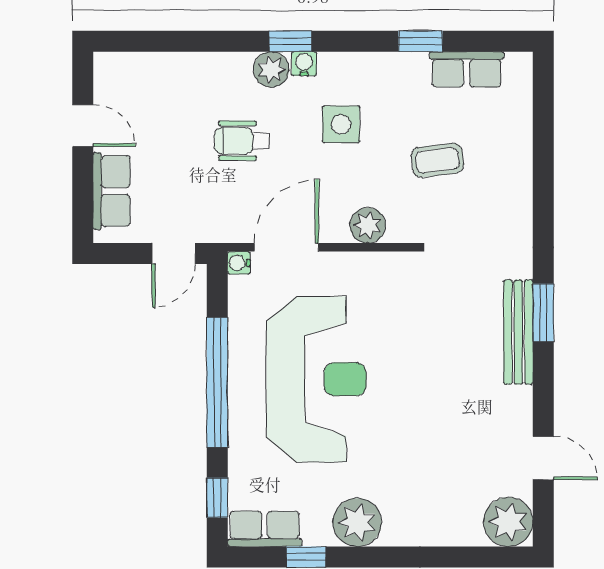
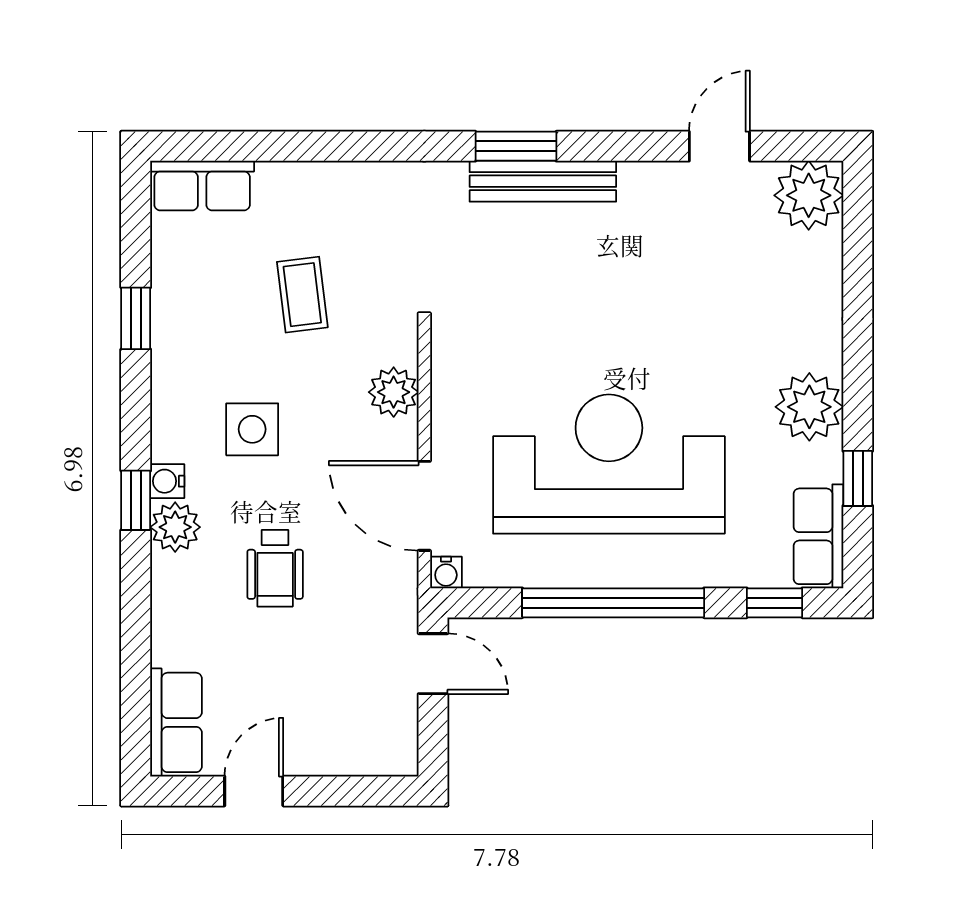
row of seats: (467, 69) -> (202, 186), moved, turned 90
row of seats: (112, 191) -> (176, 722), moved, turned 90

